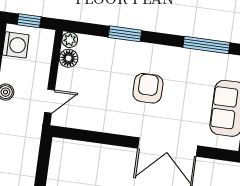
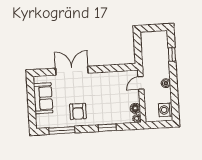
window: (29, 21) -> (161, 124), removed
armchair: (148, 88) -> (78, 111), moved

